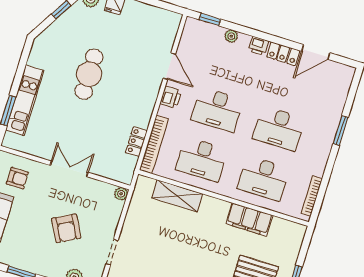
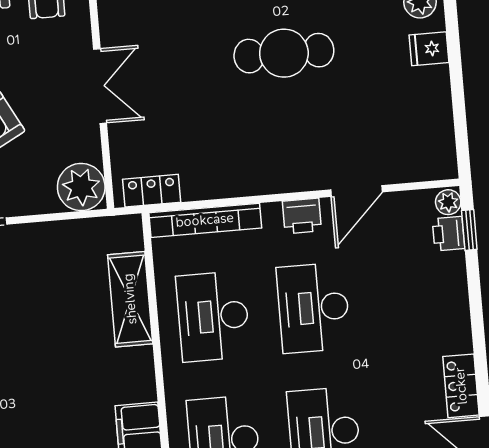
plant: (231, 36) -> (448, 202), moved
printer: (259, 46) -> (449, 234), moved
locker: (136, 142) -> (152, 191), moved
plant: (121, 194) -> (81, 187), width x1.87, depth x1.87

